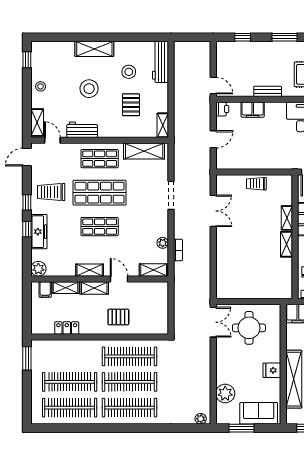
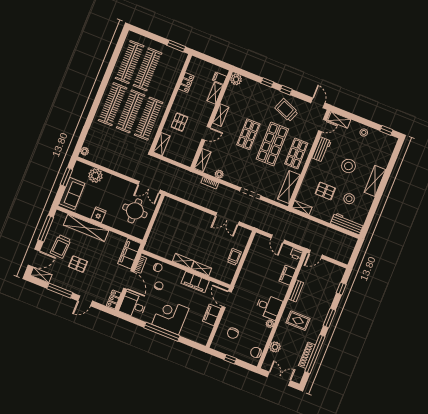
trolley: (51, 192) -> (286, 110), turned -68
freezer: (39, 232) -> (262, 90), removed
shelving: (94, 288) -> (162, 144), moved

